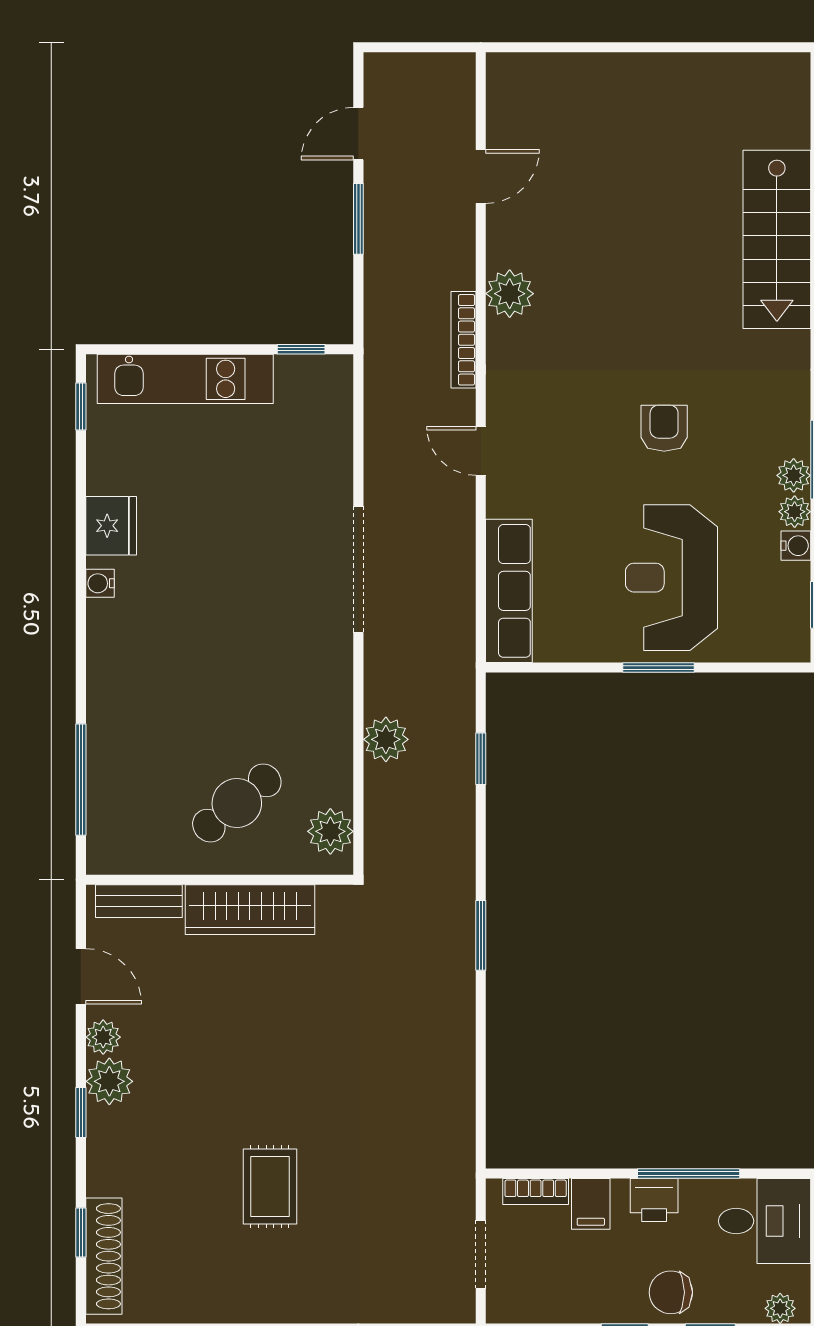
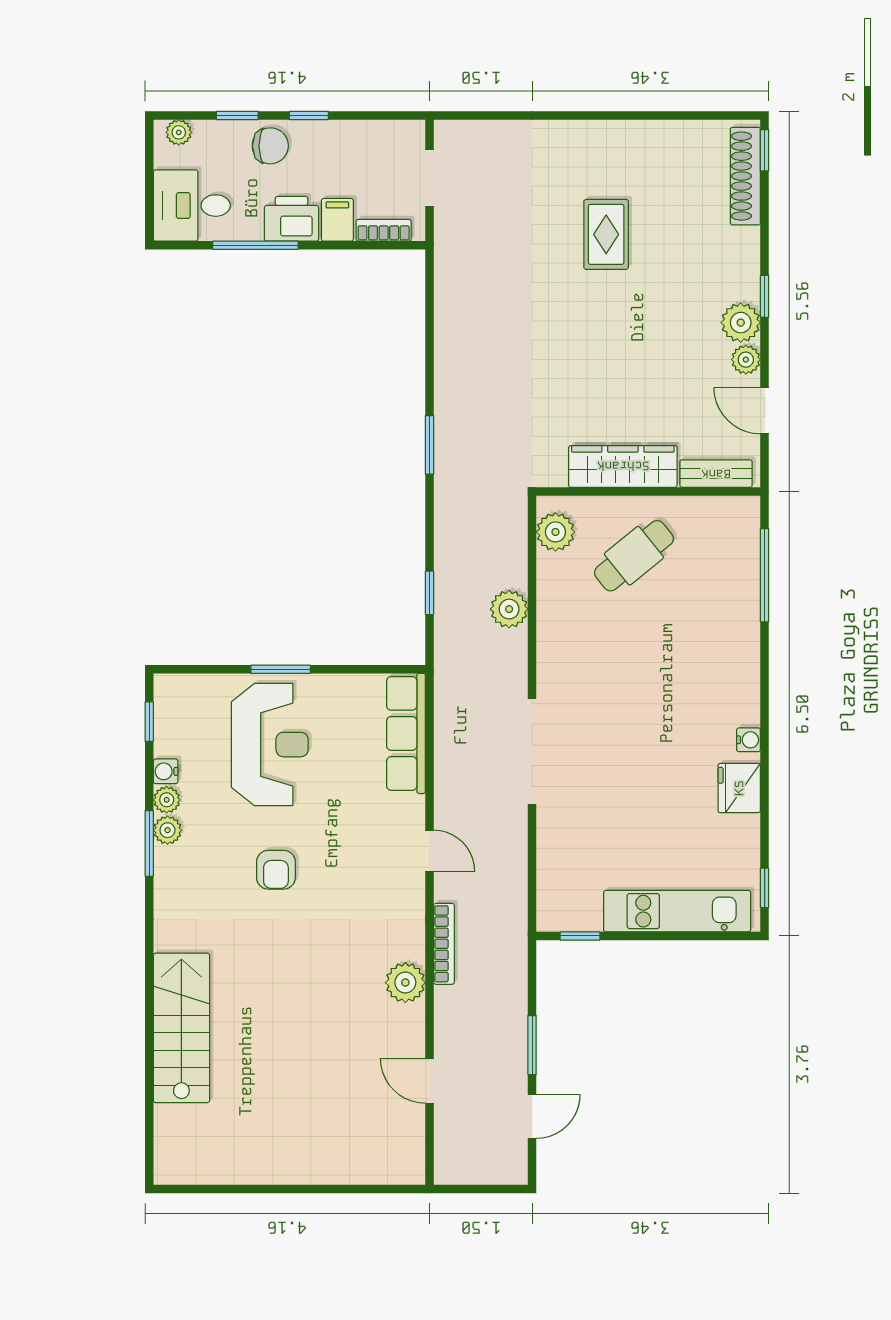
door: (481, 176) -> (429, 1081), hinge flipped
printer: (654, 1200) -> (292, 219), width x1.36, depth x1.24
window: (81, 1232) -> (765, 150), moved

